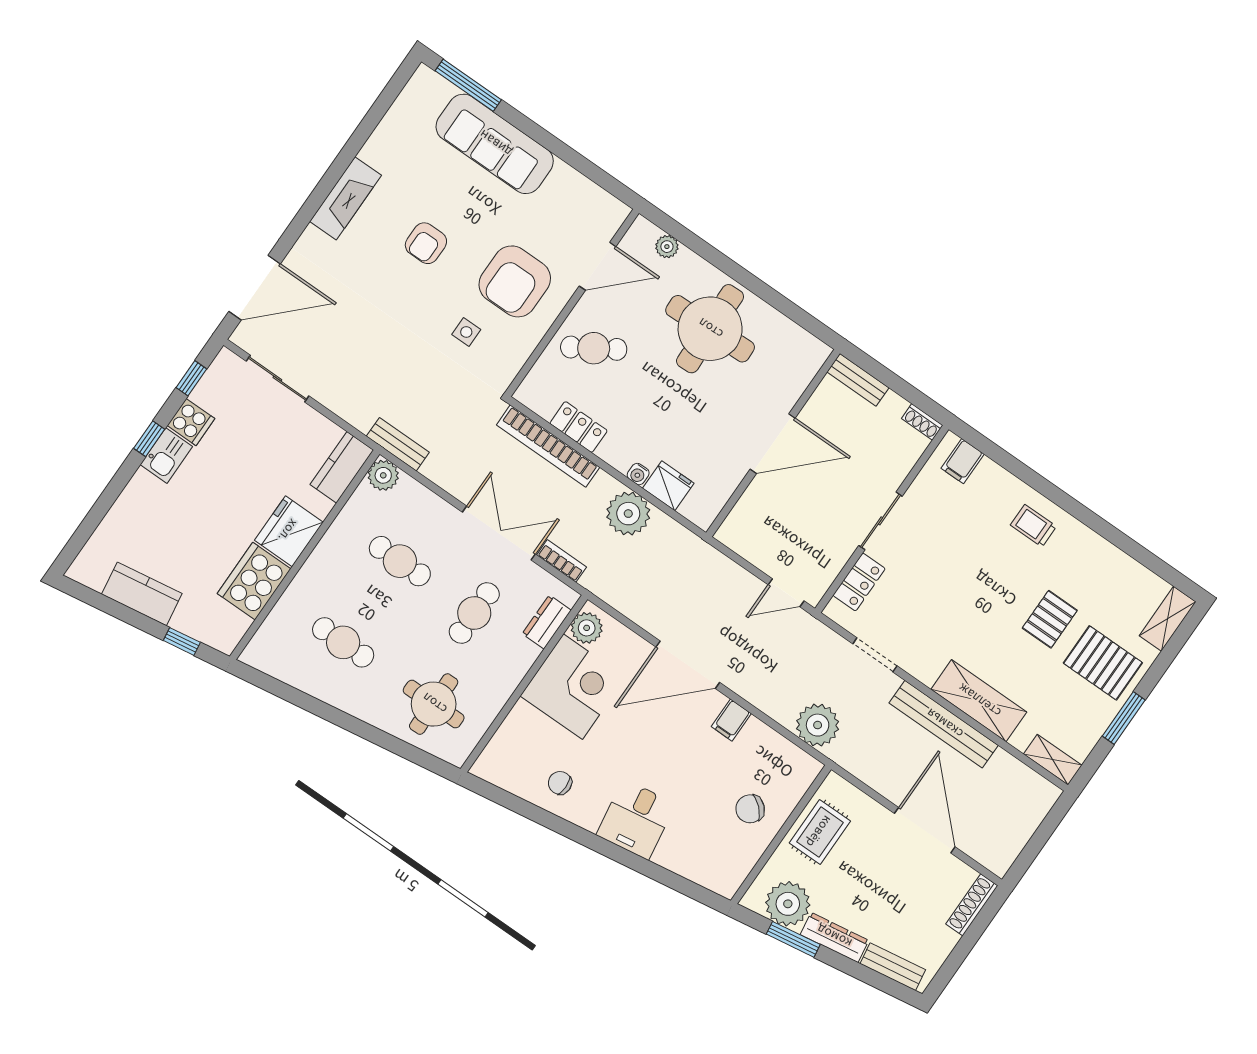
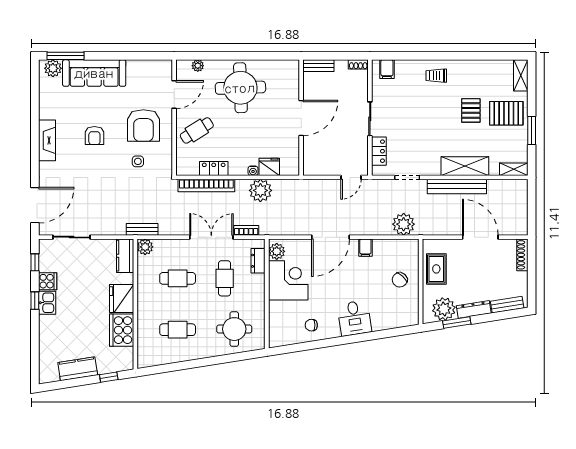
plant: (435, 91) -> (53, 68), added

